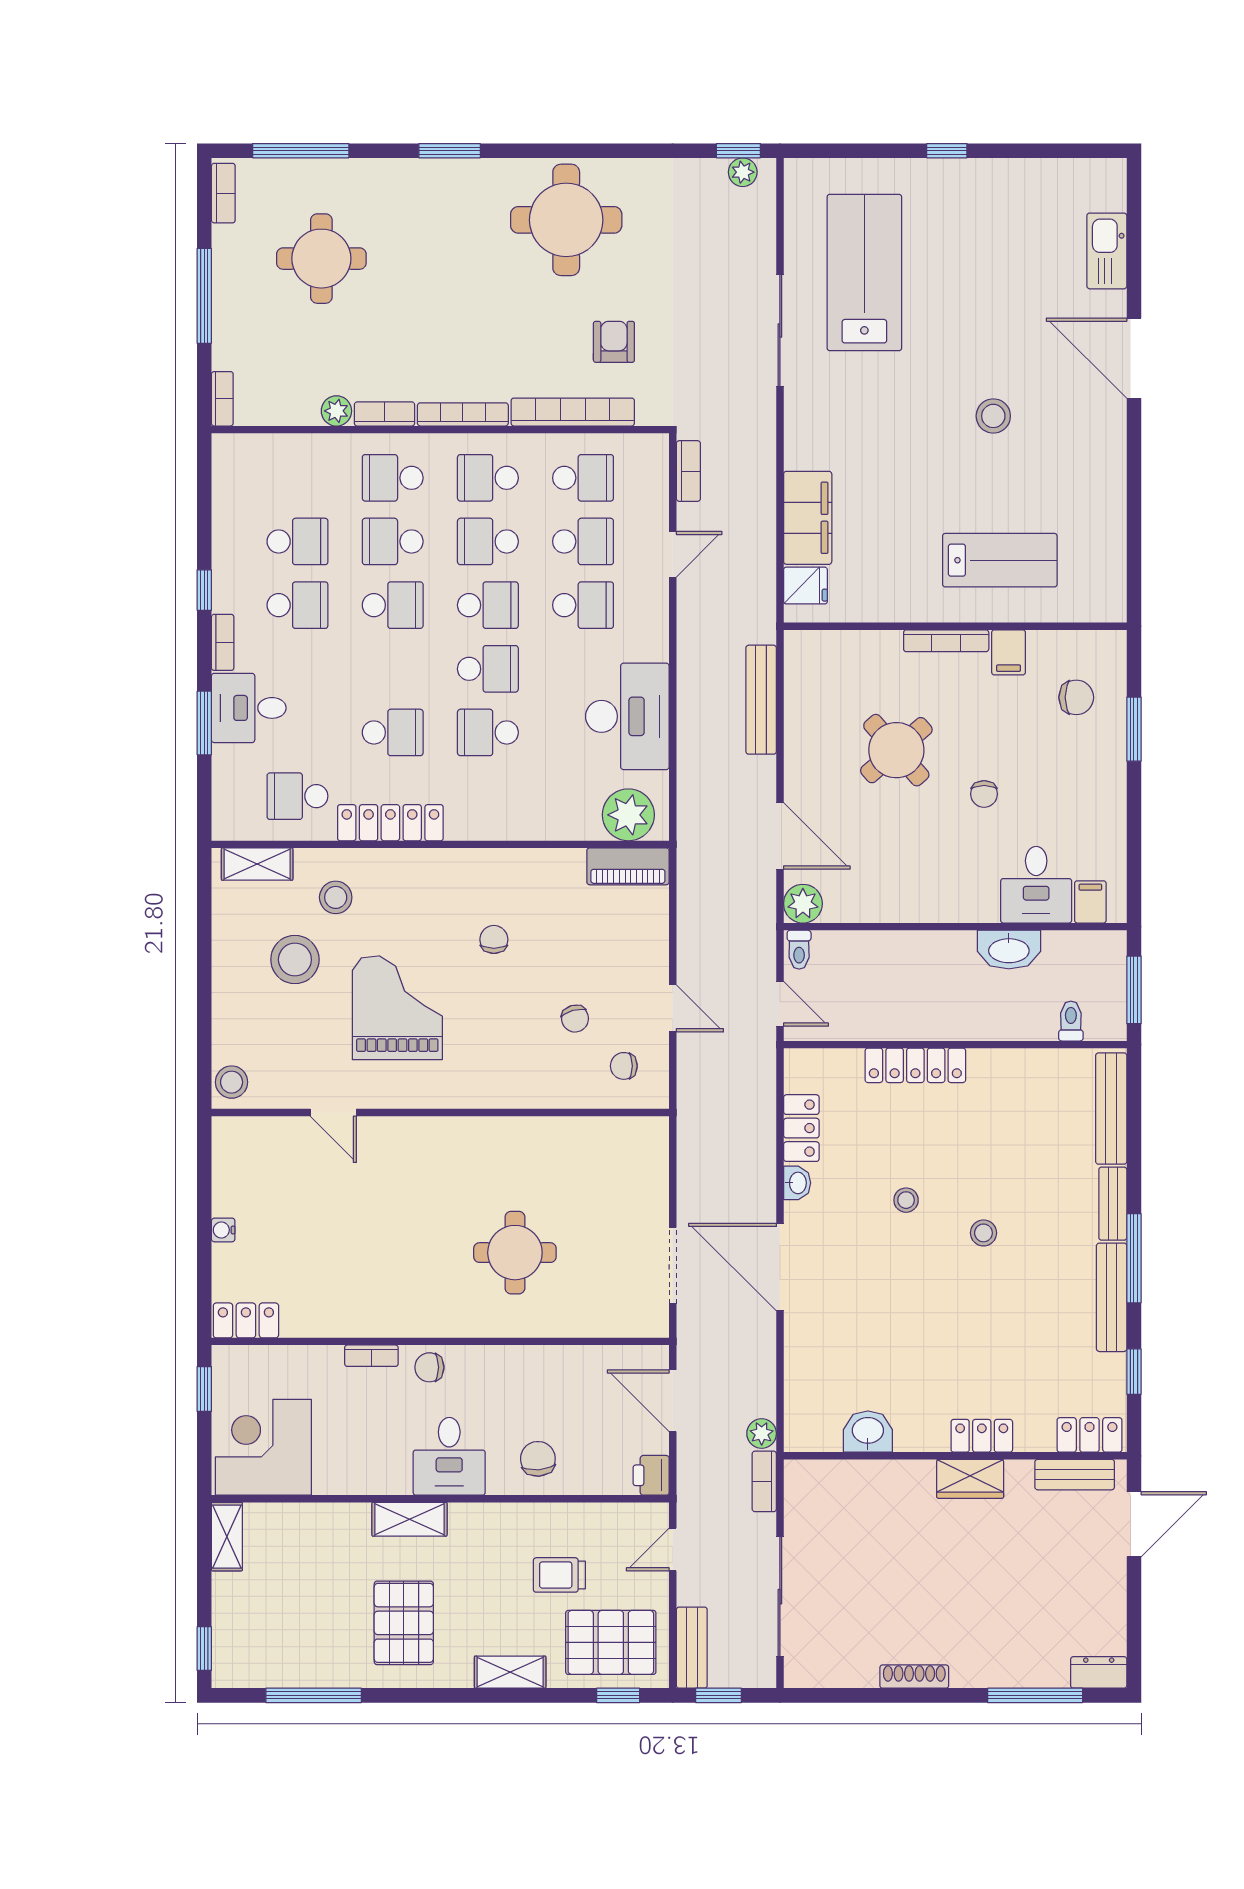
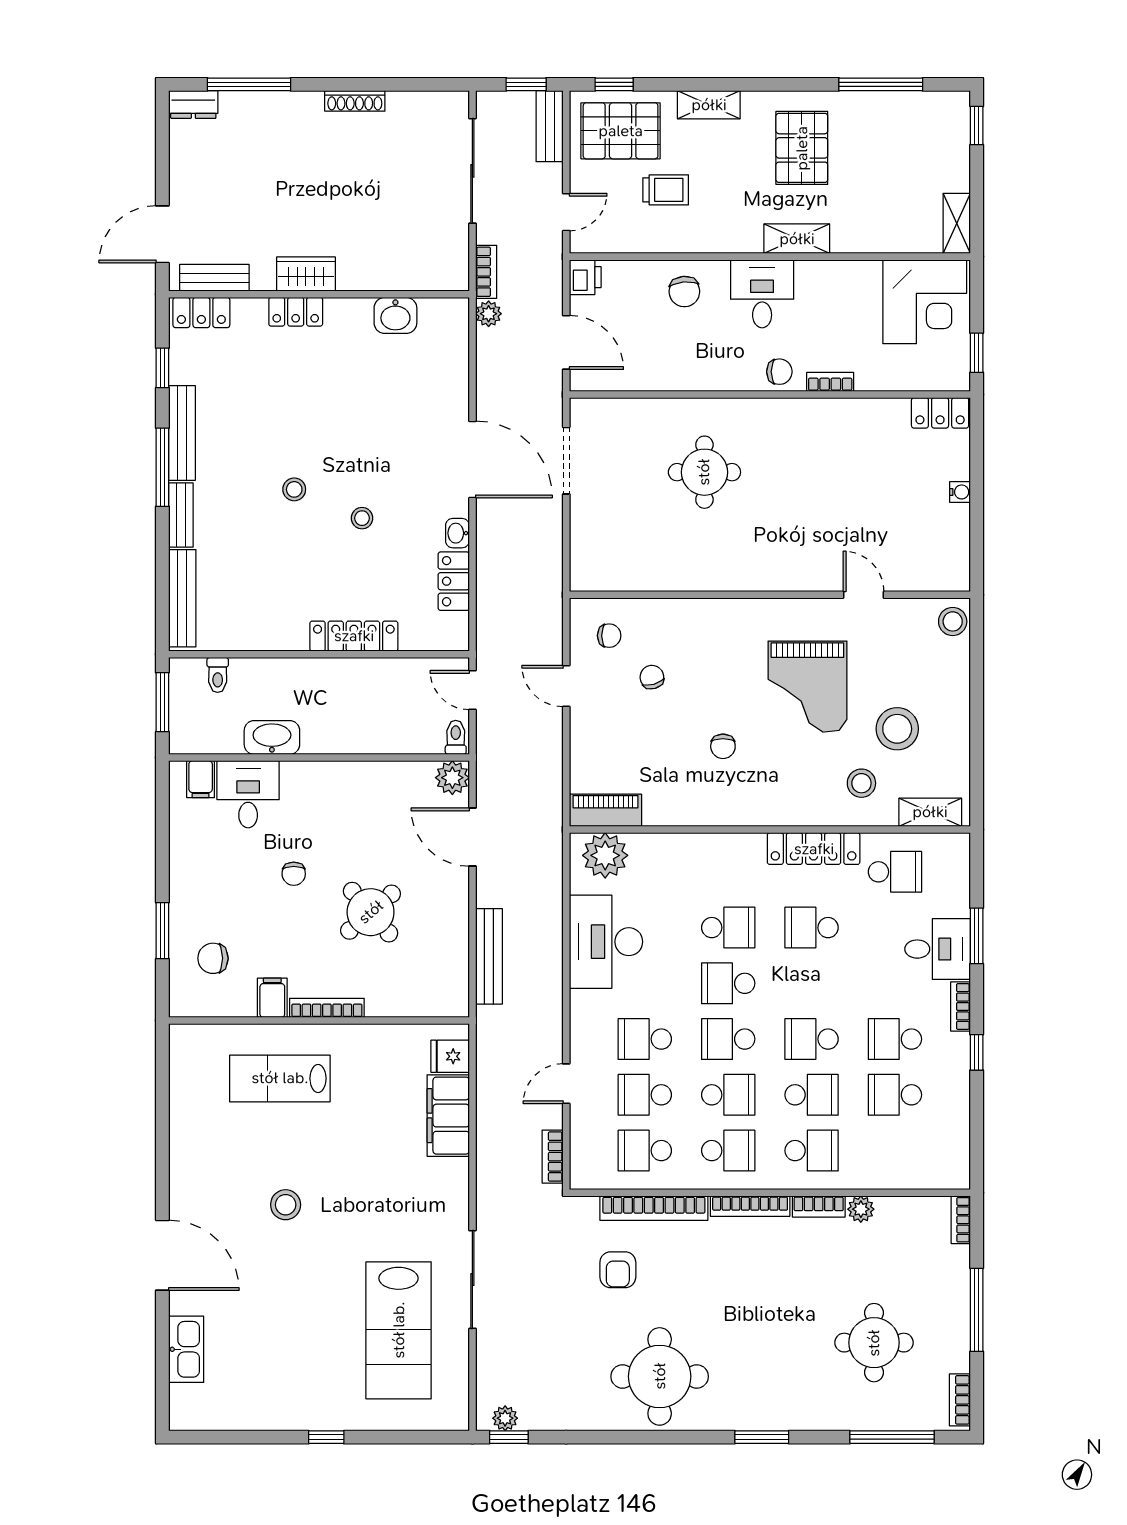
chair: (984, 794) -> (294, 874), turned 180

